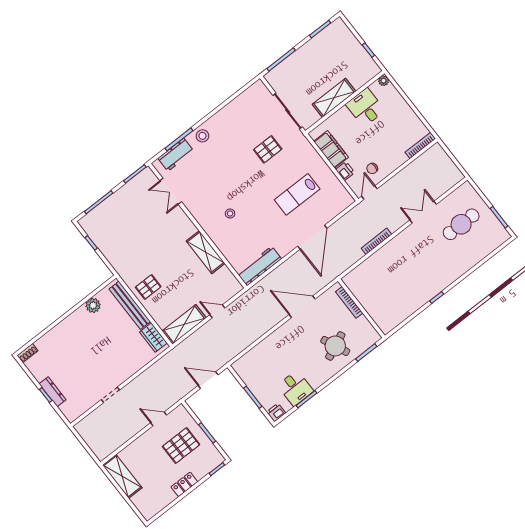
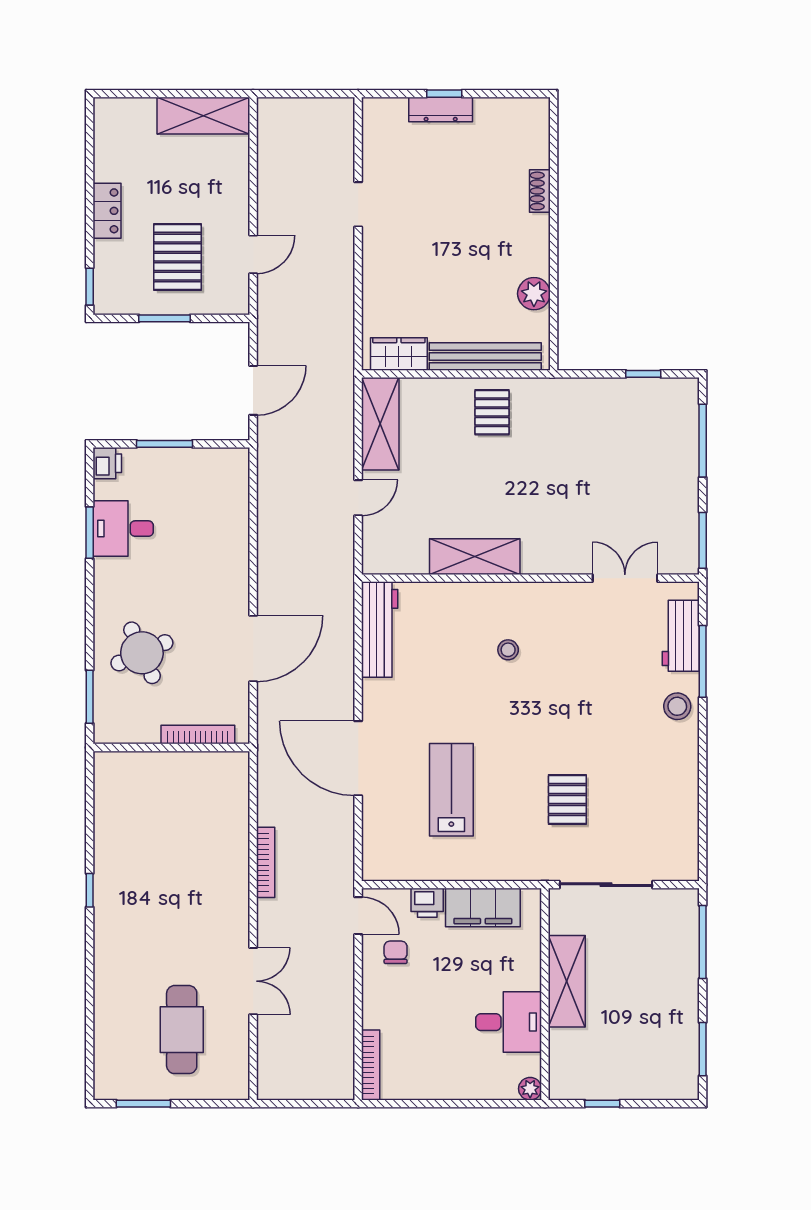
shoe rack: (28, 353) -> (540, 191), moved

